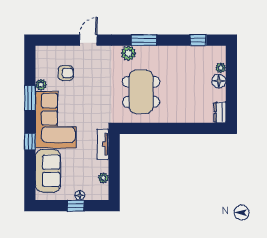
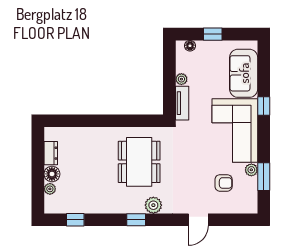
window: (144, 40) -> (136, 220), width x0.67
armchair: (66, 73) -> (224, 183), turned 180
window: (30, 98) -> (264, 177), moved
dresser: (220, 112) -> (51, 153), moved
plant: (103, 178) -> (181, 79), moved
floor lamp: (80, 195) -> (190, 46), moved

